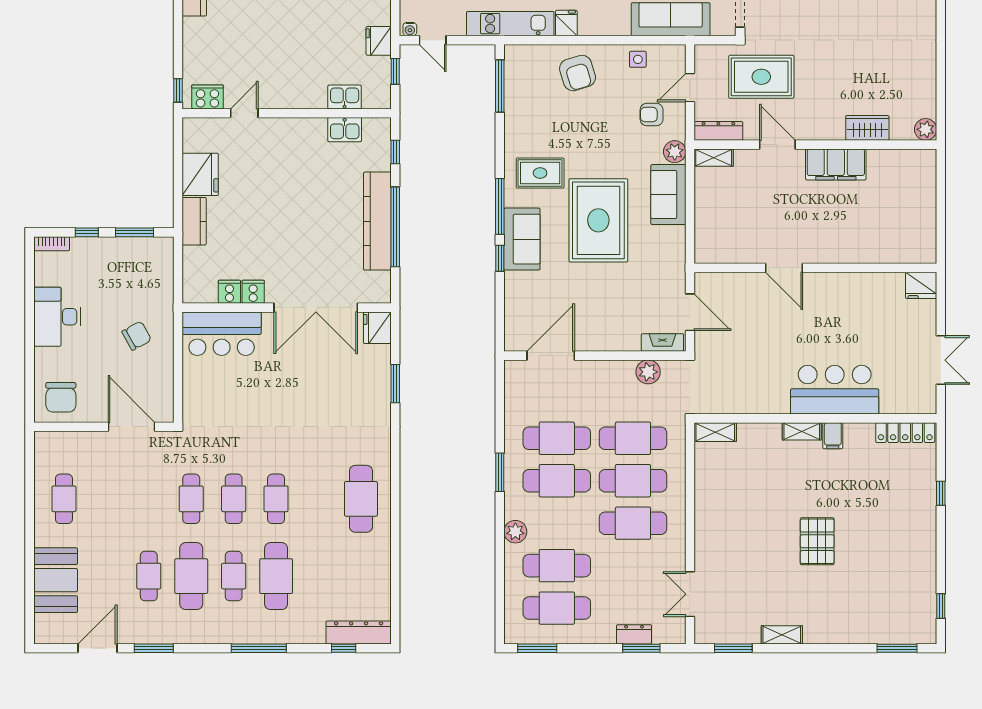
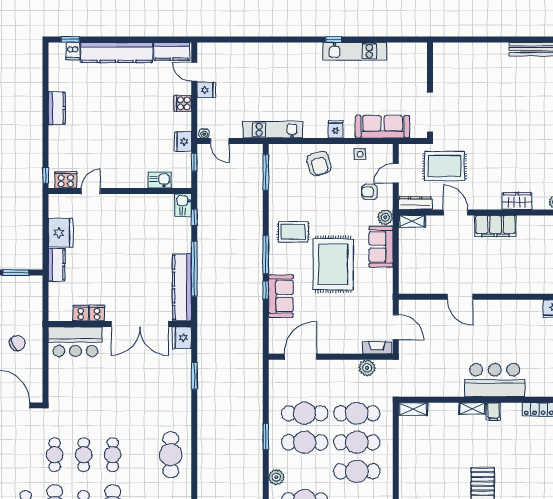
fridge: (566, 23) -> (336, 129), moved
kitchen sink: (345, 130) -> (183, 205), moved, turned 90
kitchen counter: (377, 221) -> (182, 287), moved
sofa: (522, 239) -> (281, 296), moved

